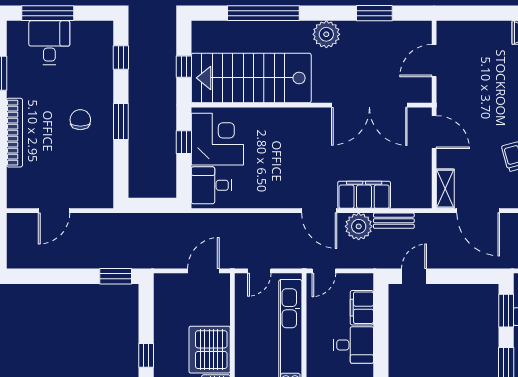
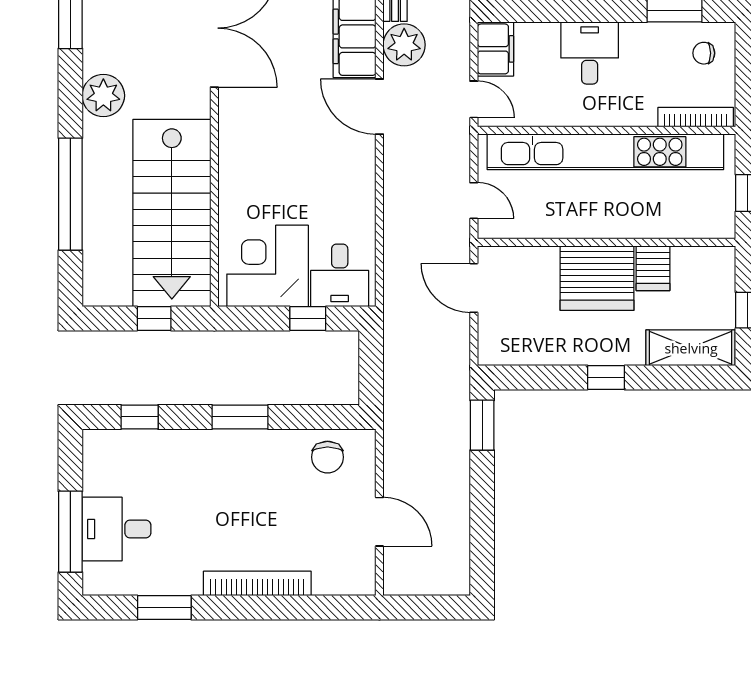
chair: (80, 120) -> (328, 457), moved, turned -90
window: (184, 142) -> (308, 318), moved
door: (319, 211) -> (379, 107), swing flipped
filing cabinet: (362, 308) -> (495, 49), moved, turned -90

